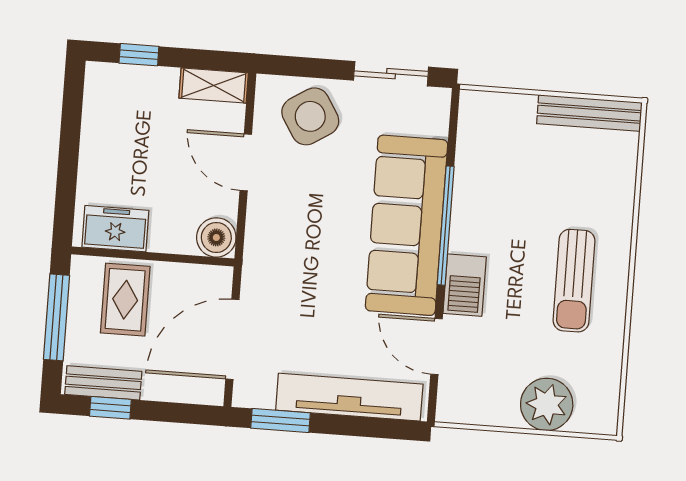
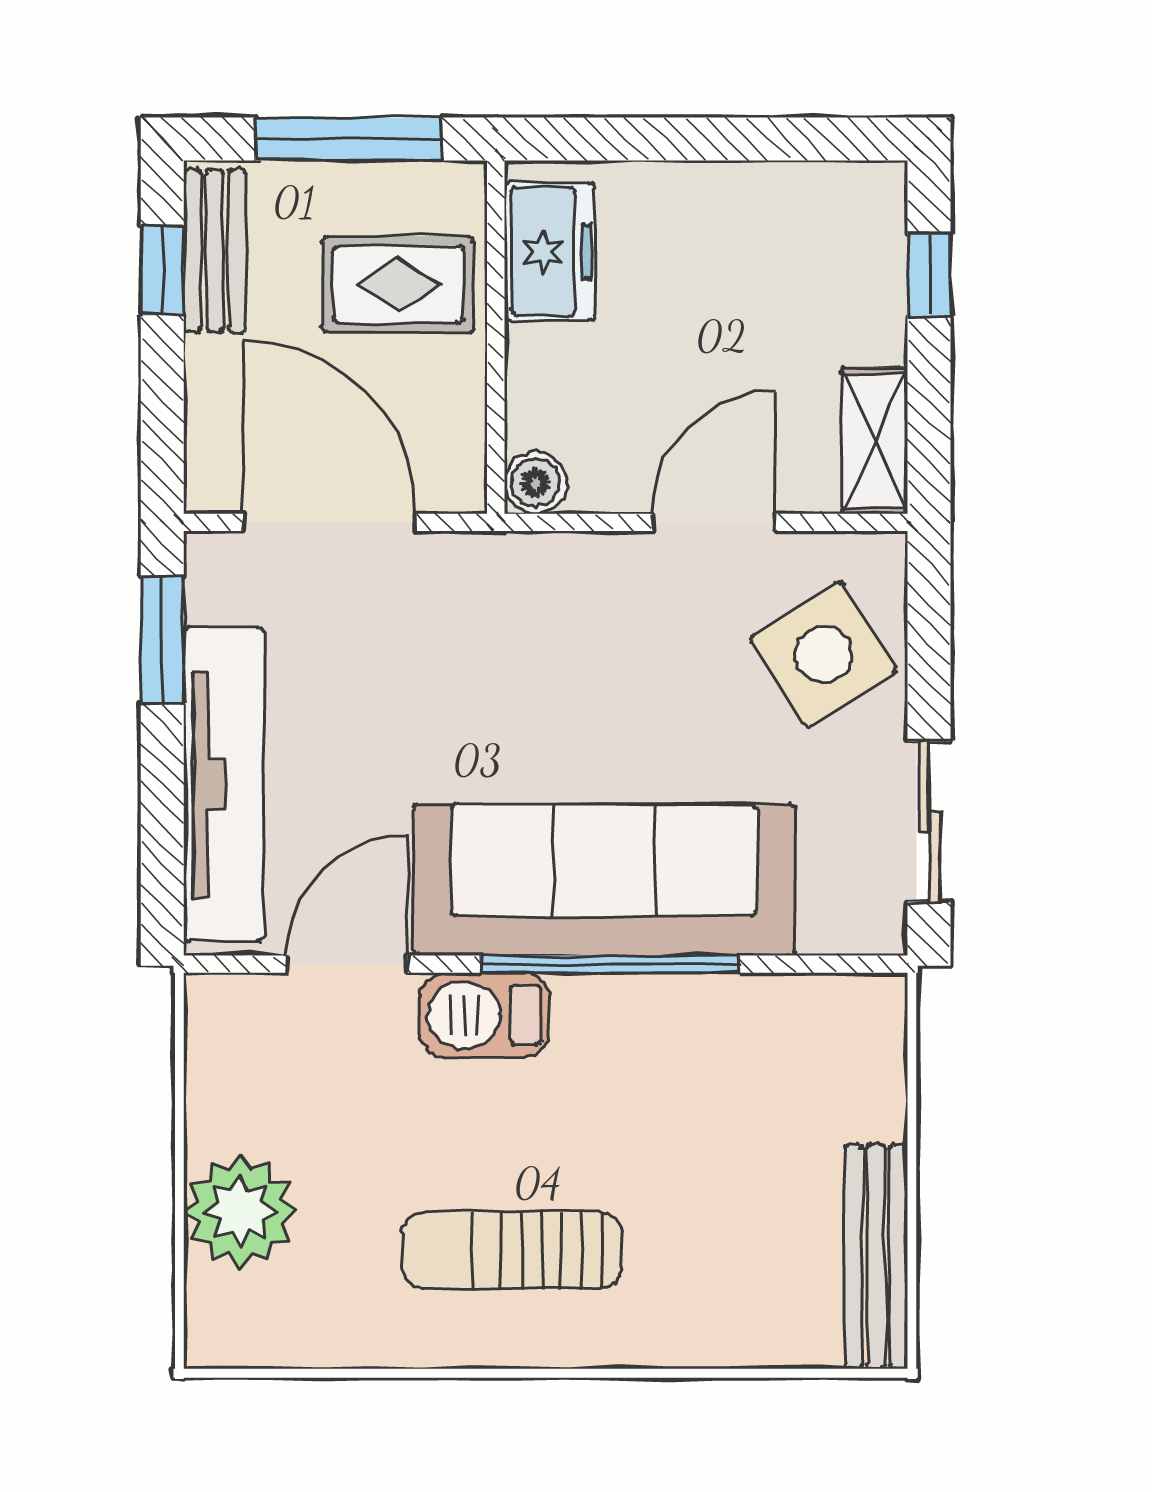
boiler: (216, 237) -> (536, 483), width x0.73, depth x0.73

